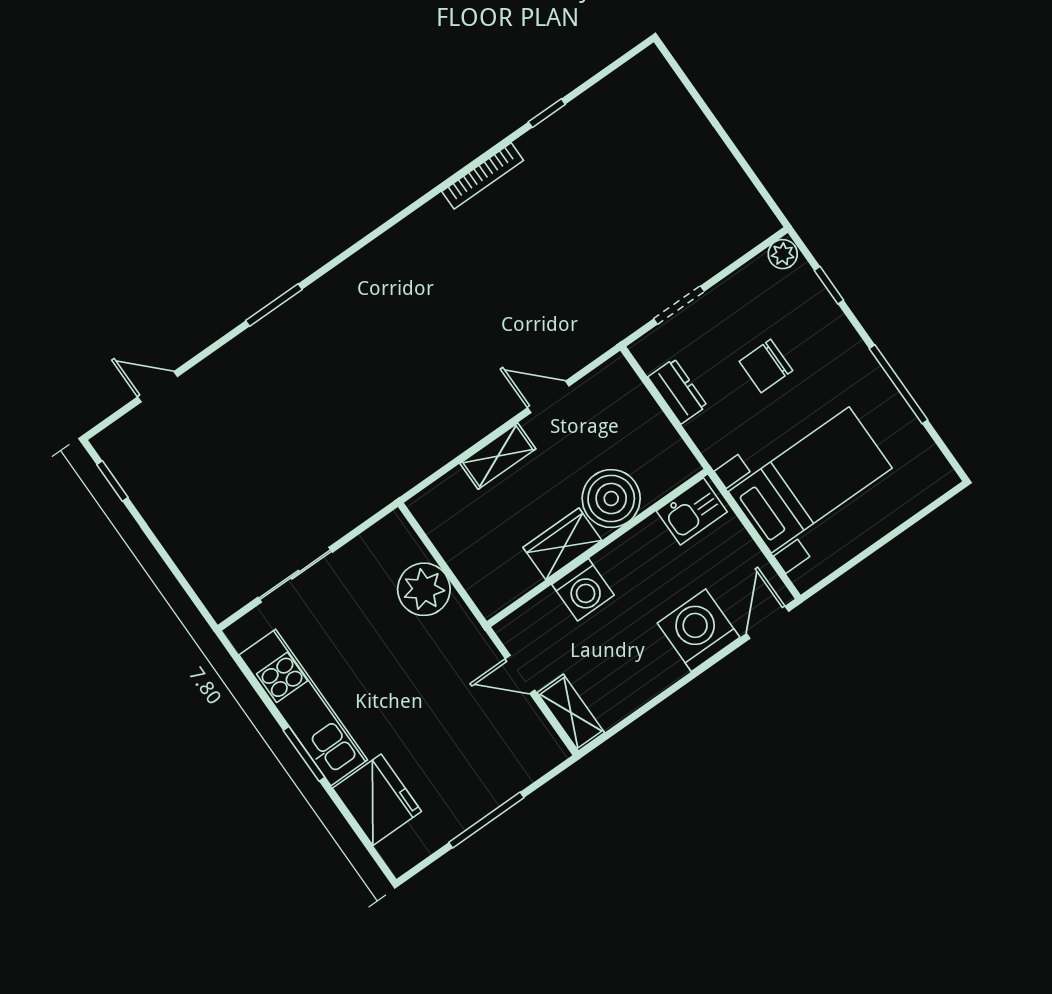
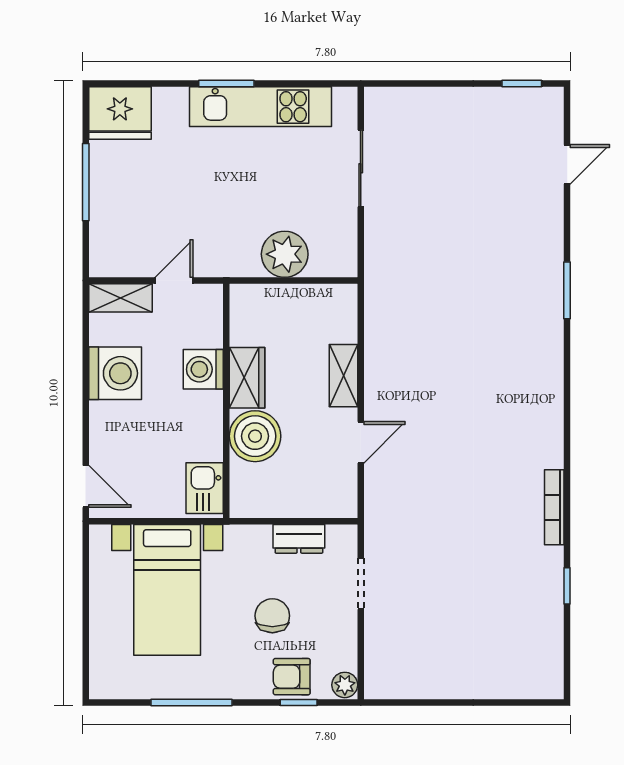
armchair: (810, 308) -> (292, 677), added
washing machine: (699, 630) -> (115, 373), moved
fridge: (377, 800) -> (120, 113), moved

